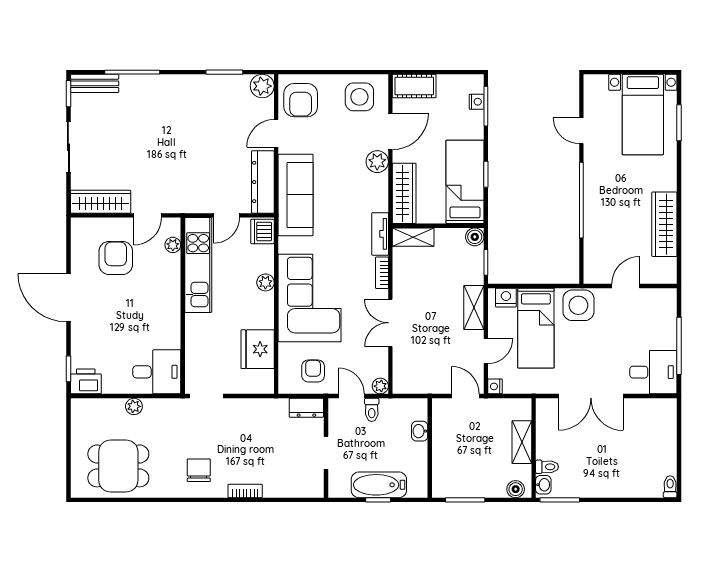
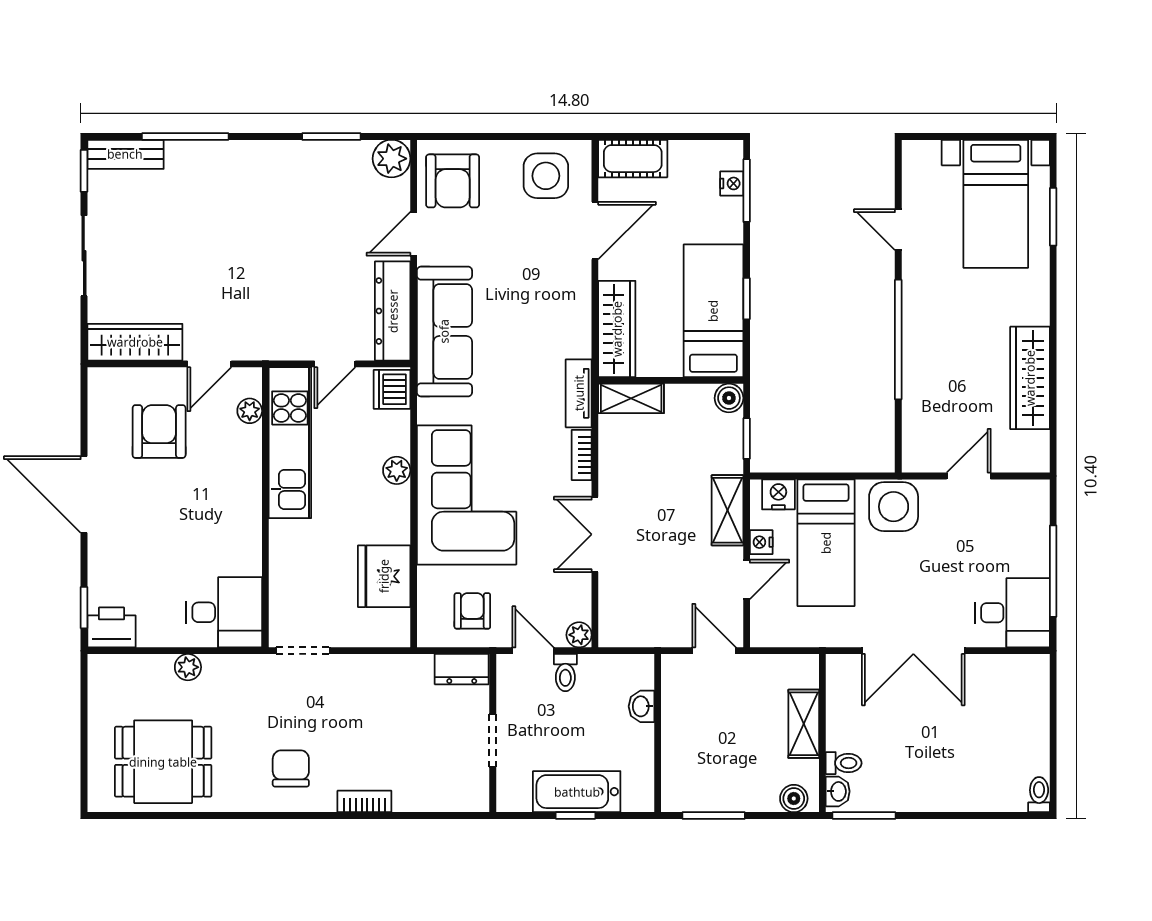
plant: (377, 162) -> (574, 279), removed
nightstand: (495, 386) -> (761, 542), moved

